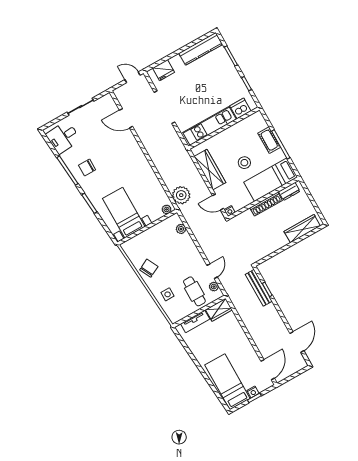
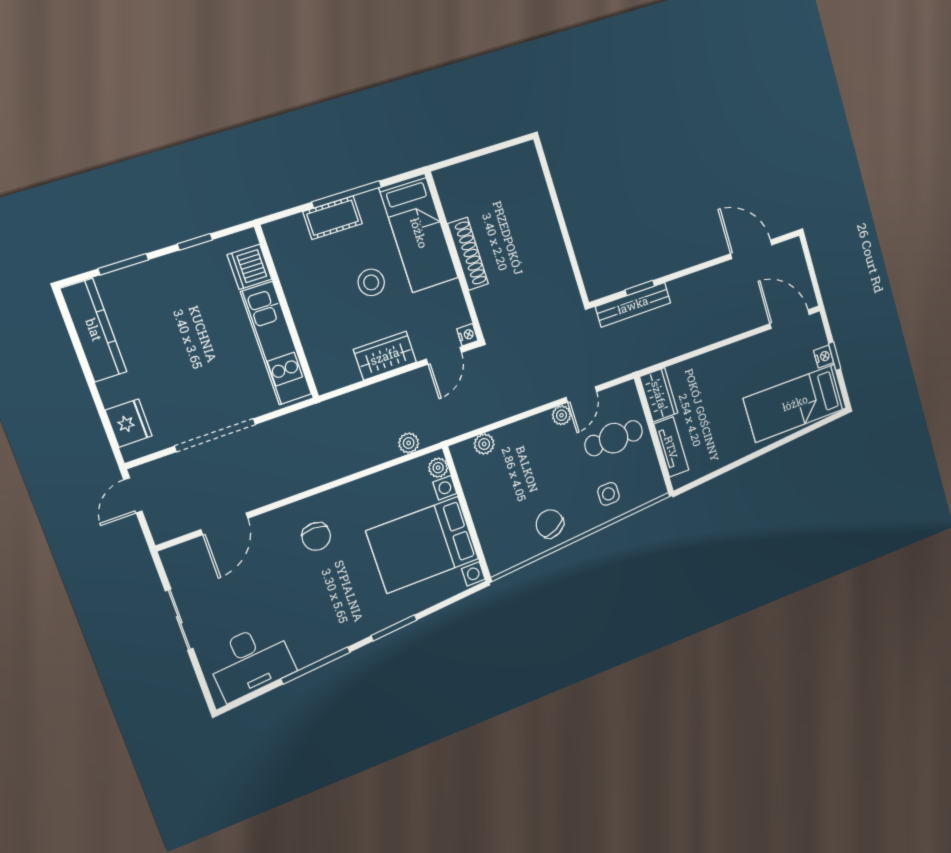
desk: (63, 137) -> (250, 661), width x1.37
chair: (87, 168) -> (316, 536), moved
wardrobe: (210, 169) -> (385, 356), width x0.67
dresser: (289, 191) -> (451, 198), removed
plant: (181, 195) -> (409, 443), width x0.53, depth x0.53
bed with nightstands: (124, 213) -> (423, 545), width x1.36
wardrobe: (302, 229) -> (534, 188), removed
door: (212, 271) -> (581, 395), swing flipped
plant: (214, 287) -> (562, 415), moved

